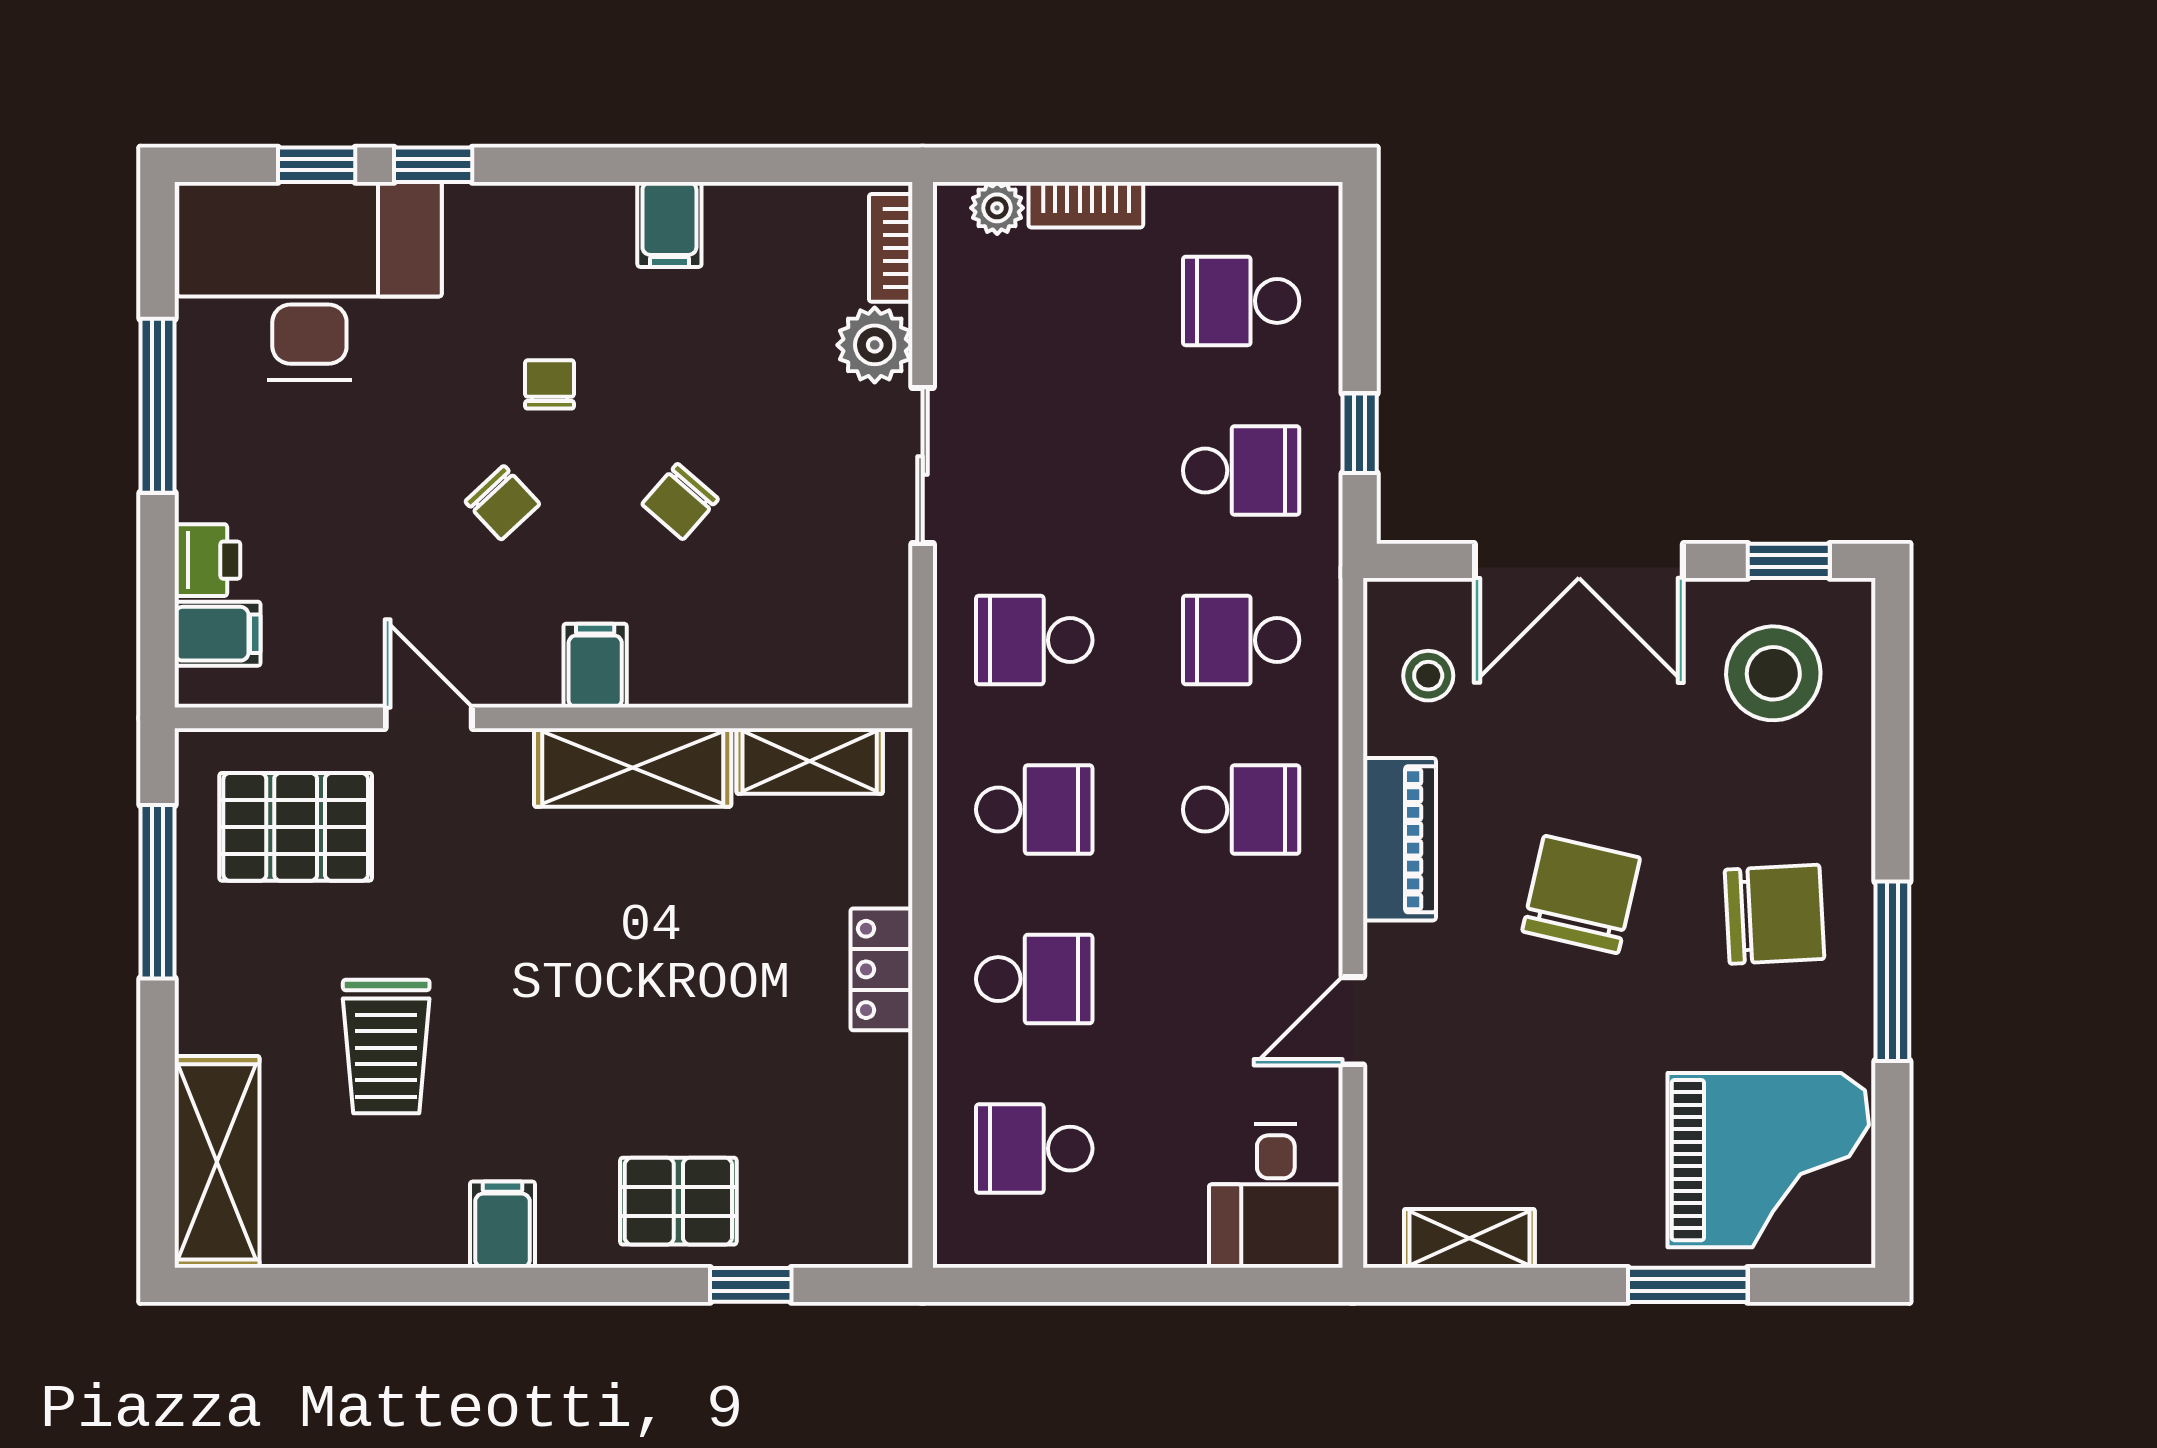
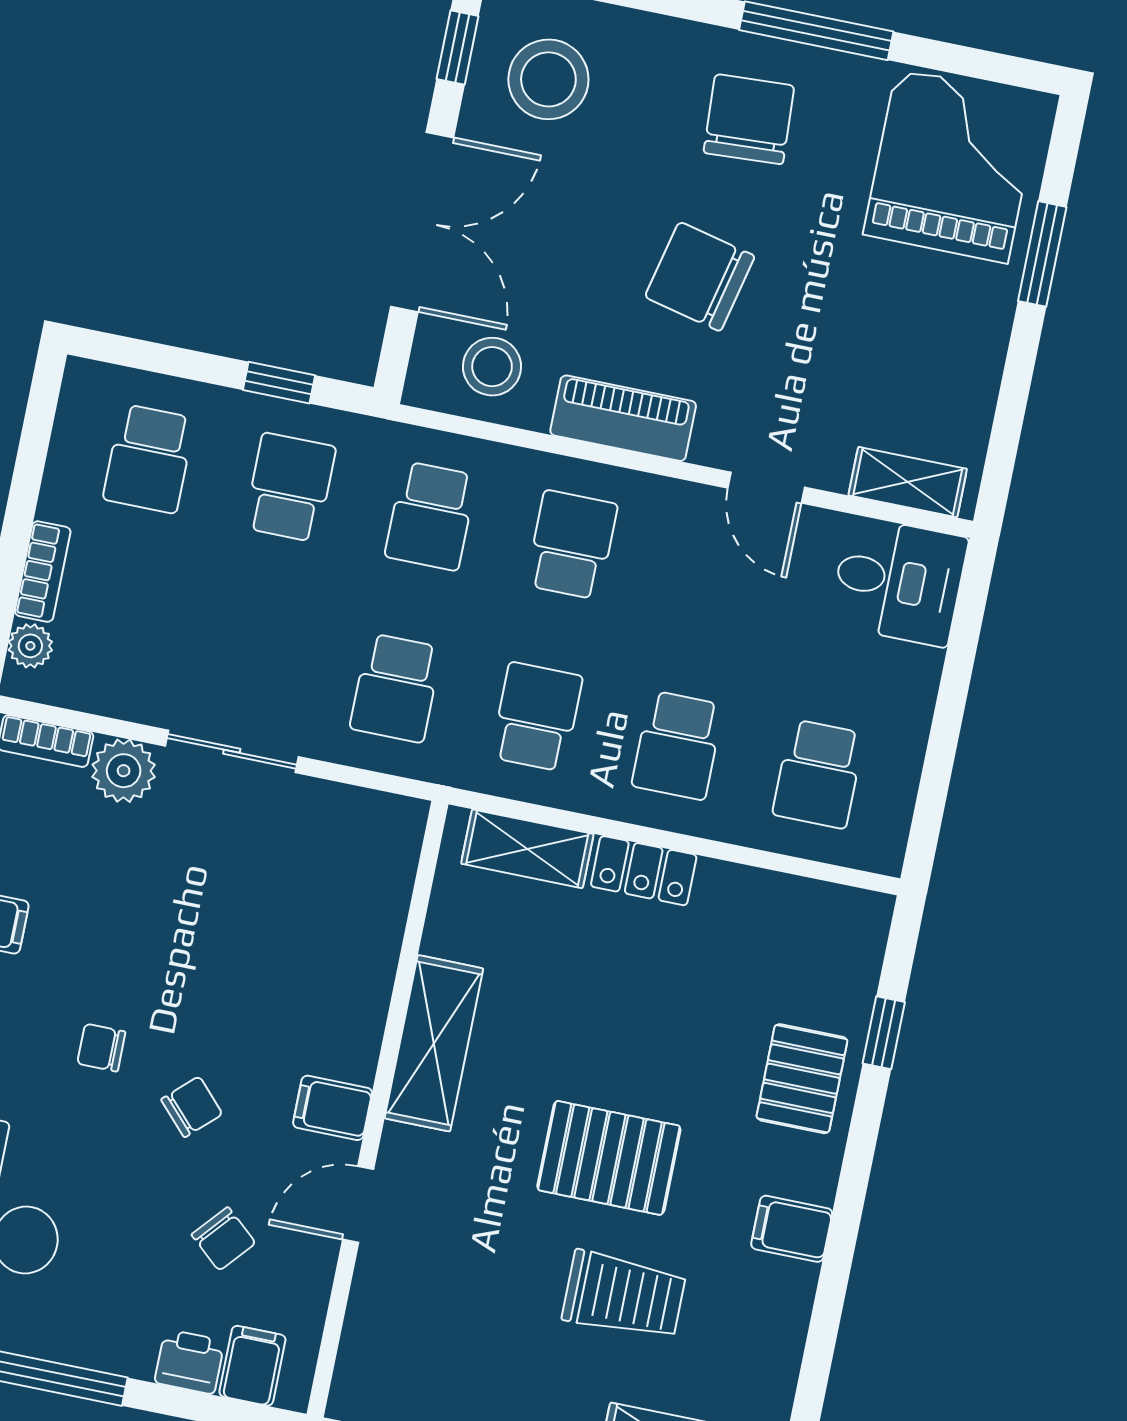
chair: (680, 502) -> (224, 1239), moved
filing cabinet: (595, 666) -> (333, 1108), moved
stool: (1428, 676) -> (492, 367), width x1.37, depth x1.37
shelving: (810, 761) -> (527, 849), moved, turned 90
pallet: (296, 827) -> (609, 1158), moved, turned 90
school desk: (1034, 979) -> (678, 745), turned 180
shelving: (1469, 1238) -> (908, 482), moved, turned 90

